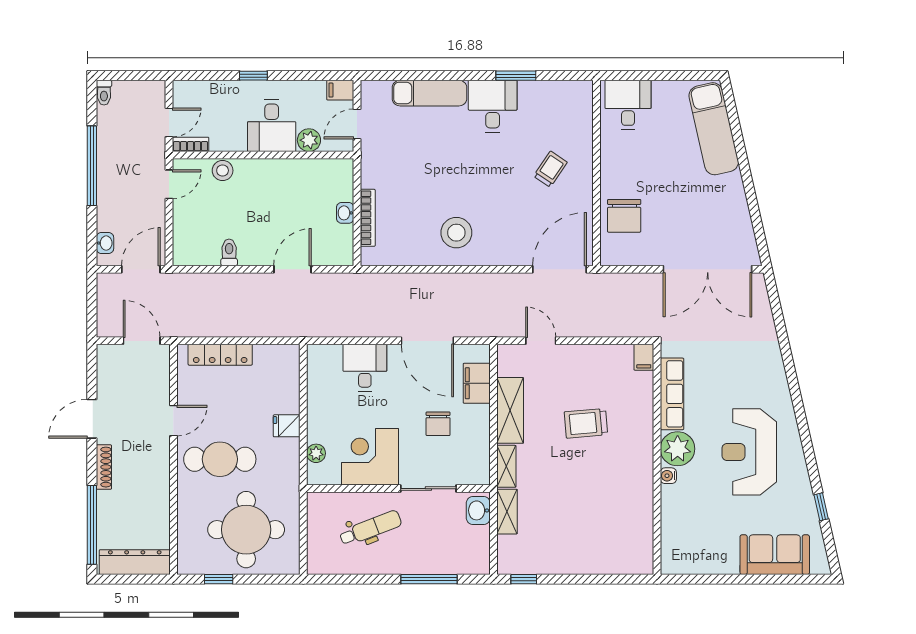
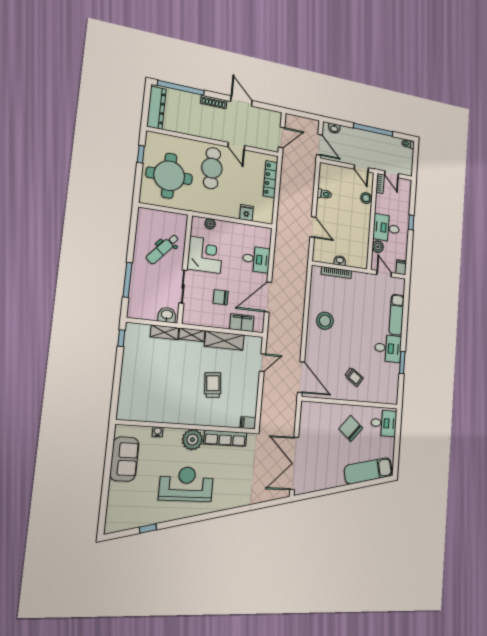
chair: (624, 216) -> (351, 428), moved, turned 40
fridge: (287, 426) -> (246, 213), moved
water cooler: (668, 476) -> (158, 432), moved
dental chair: (370, 528) -> (163, 249), turned 62
sofa: (775, 555) -> (124, 459), moved

